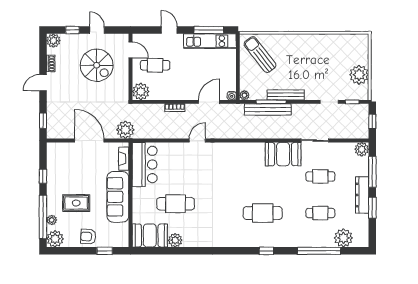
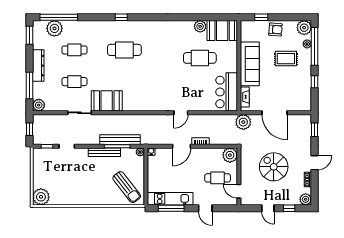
spiral stairs: (97, 65) -> (274, 167), moved
plant: (359, 75) -> (41, 197), moved
door: (209, 102) -> (182, 146), moved
window: (372, 208) -> (29, 35), moved
window: (319, 251) -> (59, 17), moved

